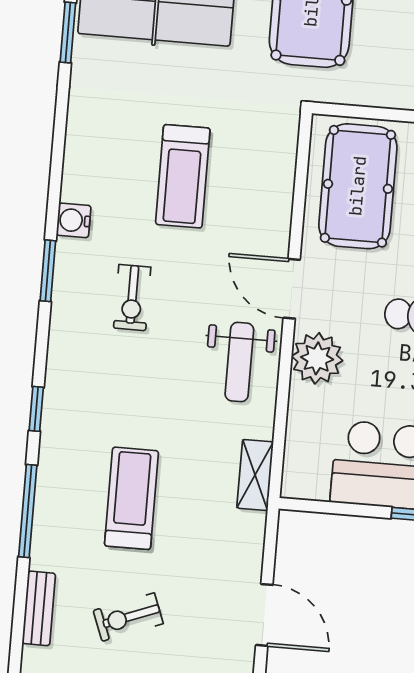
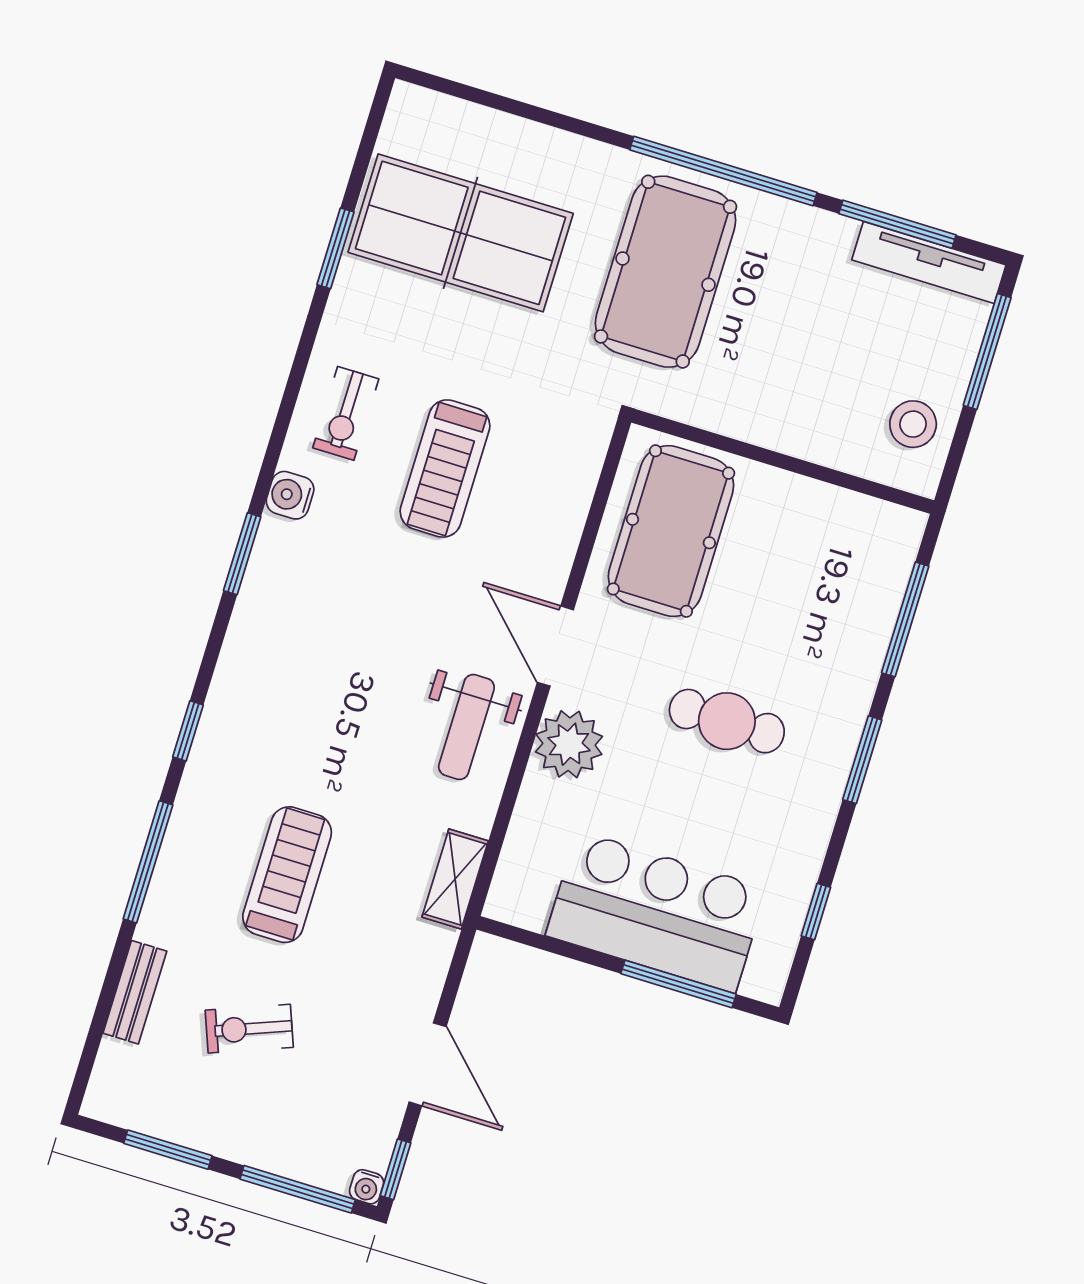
exercise bike: (132, 298) -> (346, 413), moved

